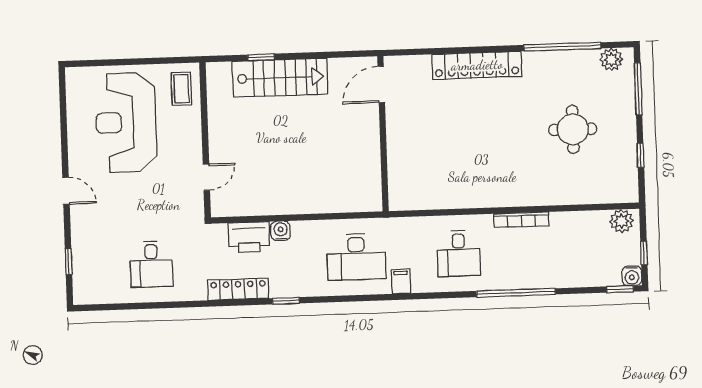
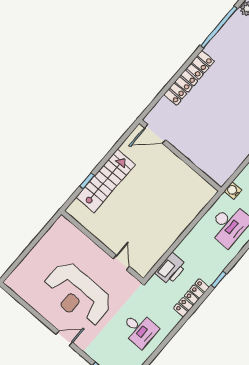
door: (381, 85) -> (155, 134), hinge flipped
coffee table: (181, 89) -> (66, 235), removed
reception desk: (126, 122) -> (78, 294), moved
water cooler: (281, 231) -> (233, 191), moved

